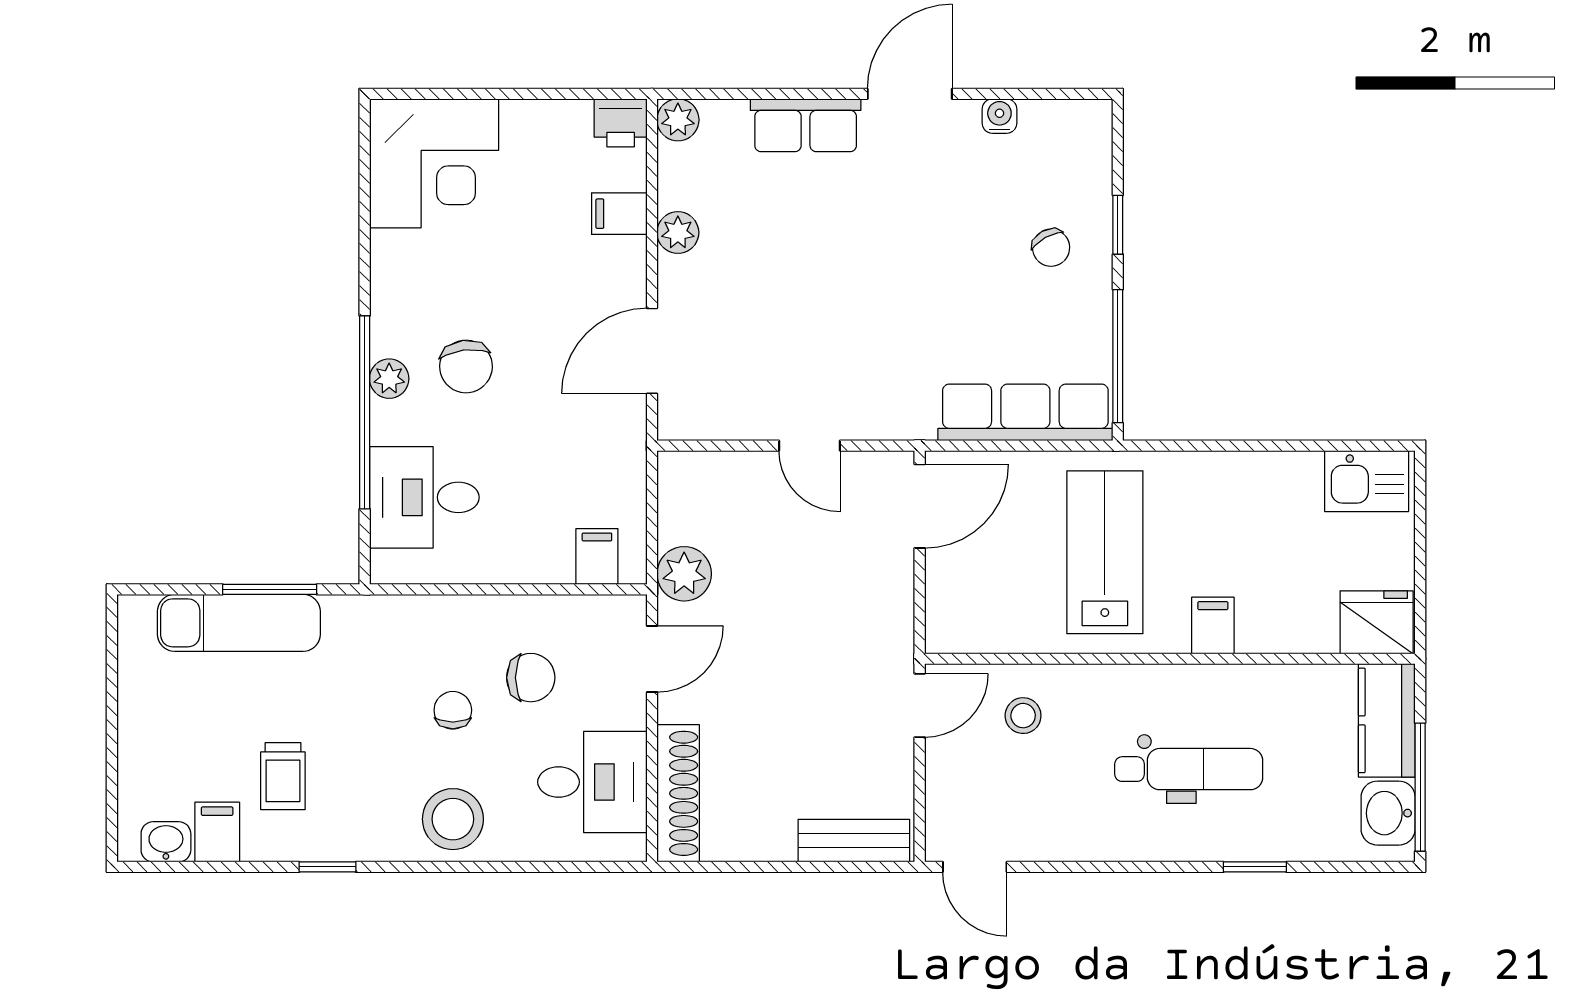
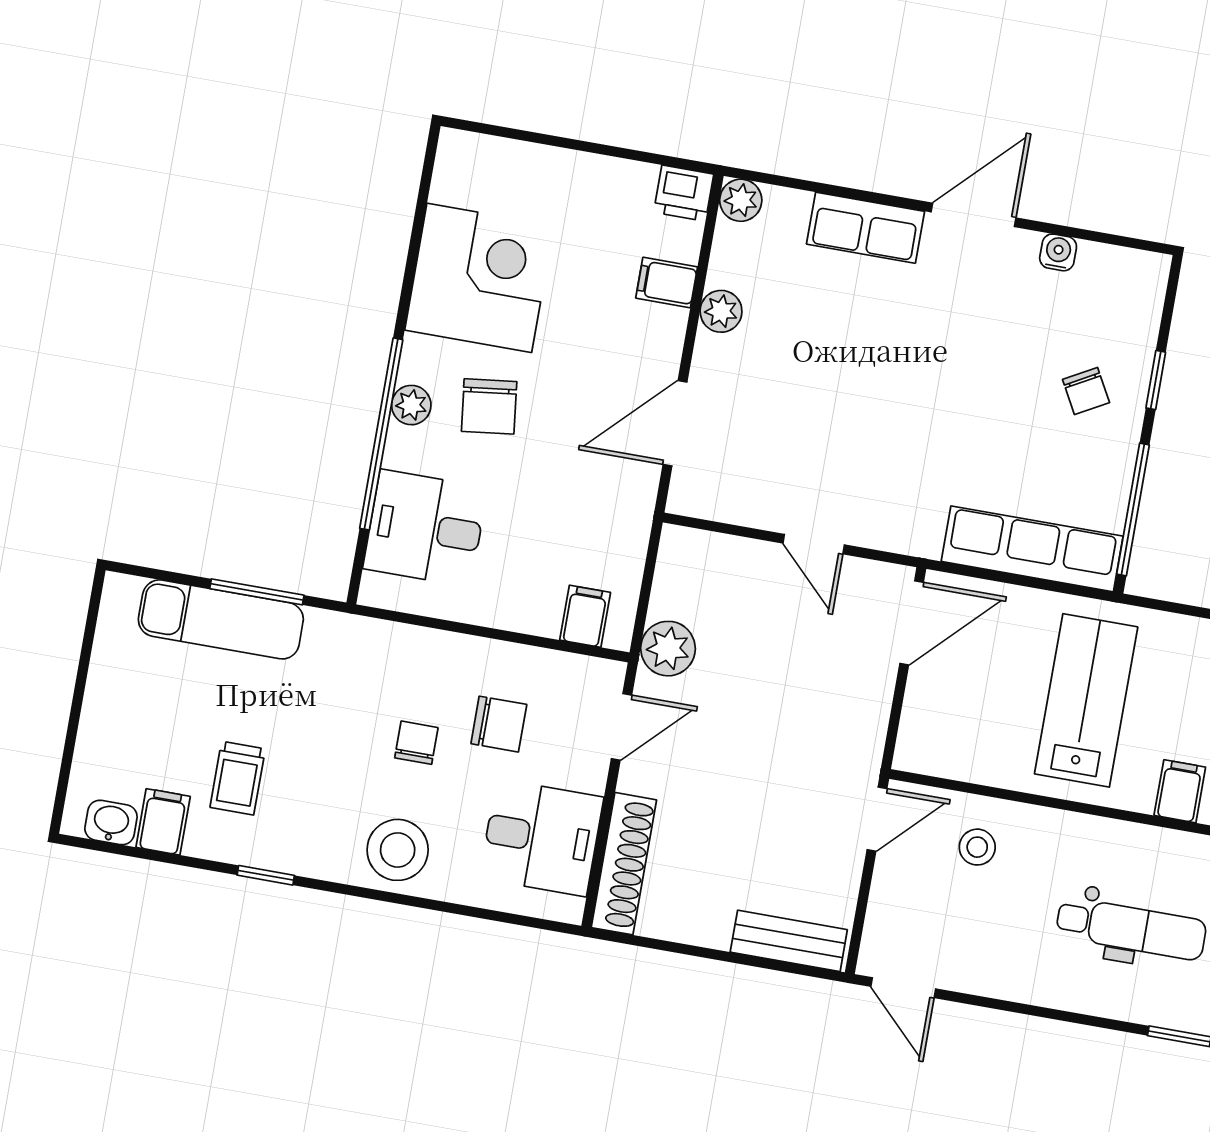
corner desk: (434, 163) -> (479, 278), moved, turned -90

